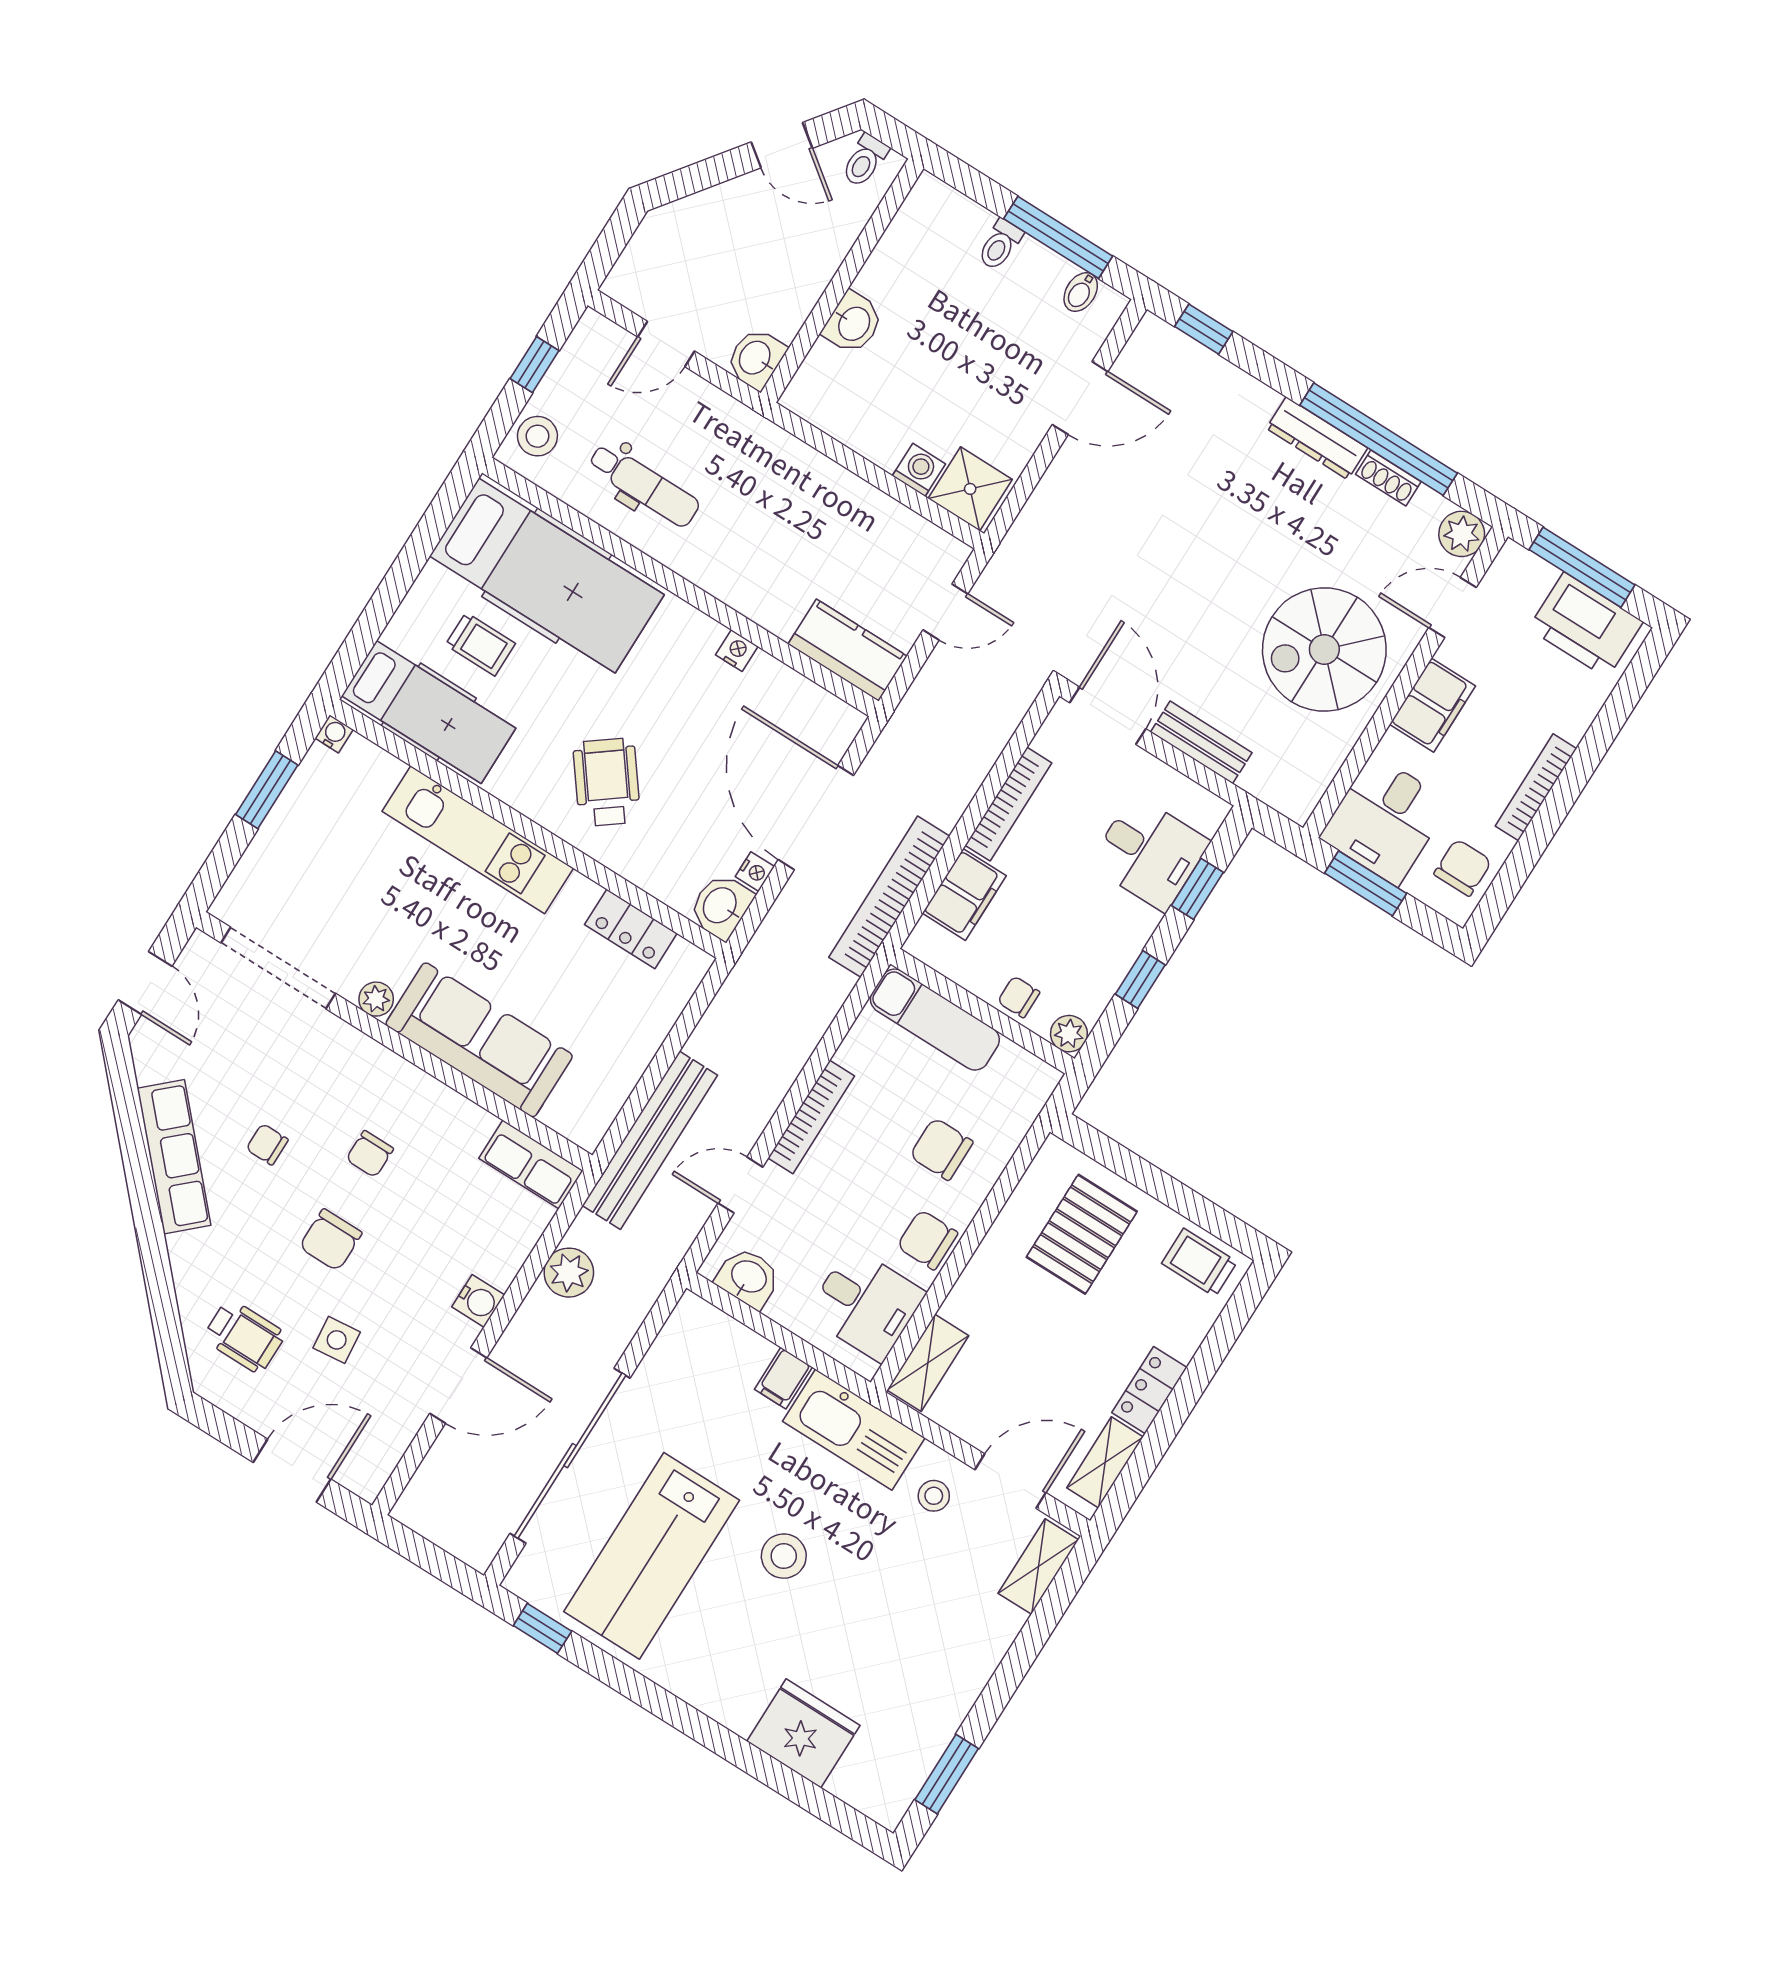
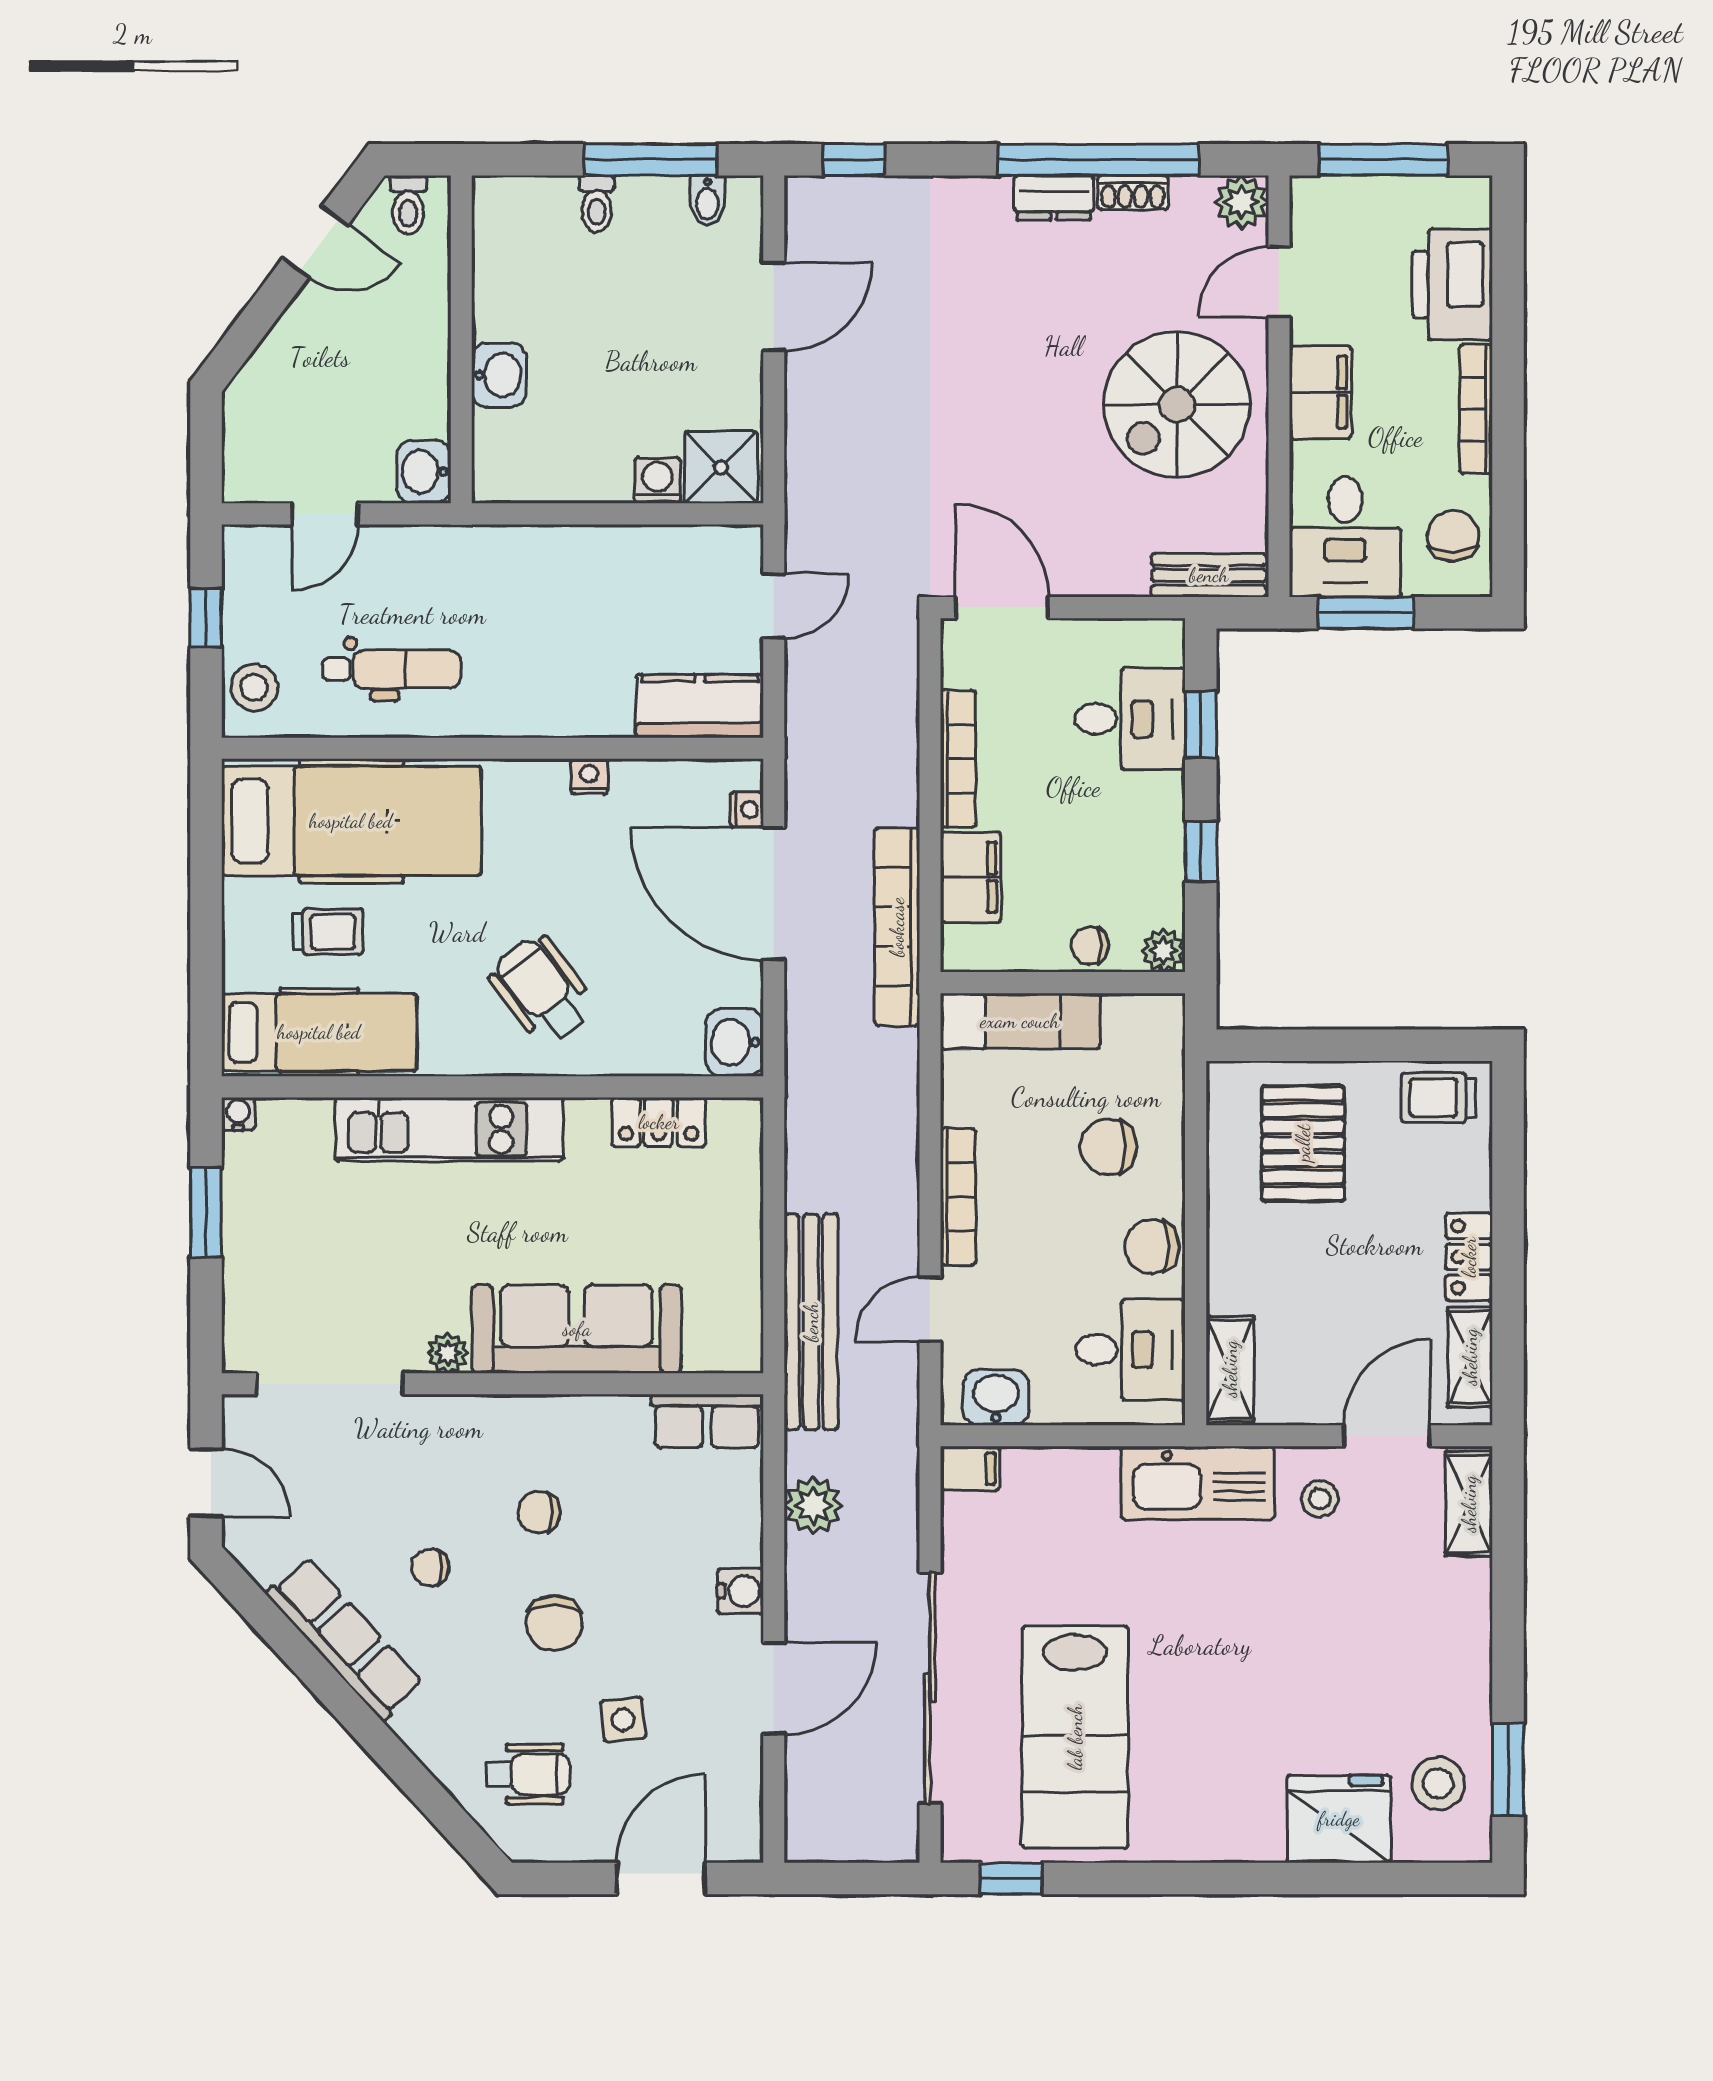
dresser: (1317, 438) -> (1054, 198), width x0.70
printer: (1586, 625) -> (1452, 285), moved, turned 90
bench: (1201, 742) -> (1209, 575), moved
nightstand: (755, 872) -> (747, 810), moved
chair: (370, 1154) -> (539, 1512), turned 90
filing cabinet: (783, 1378) -> (970, 1468), moved, turned -90
stool: (784, 1556) -> (1438, 1783), moved

